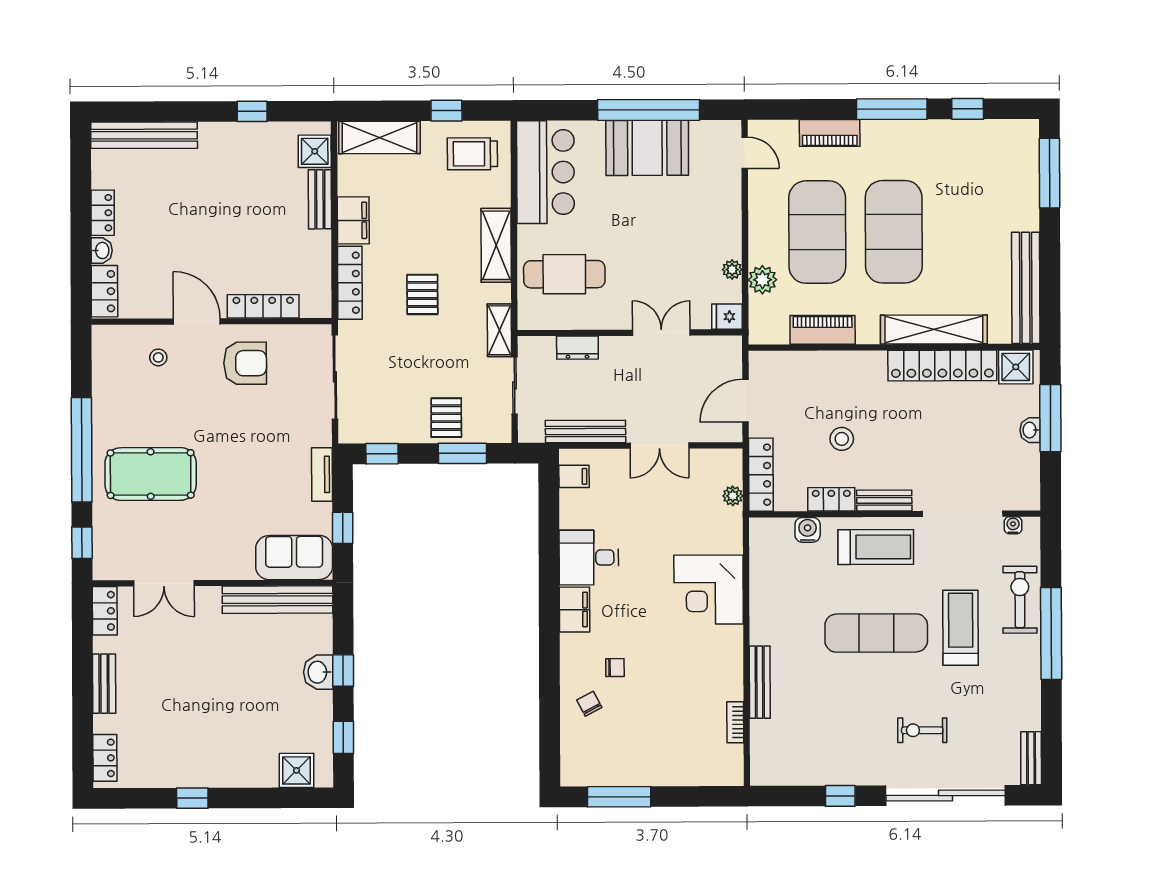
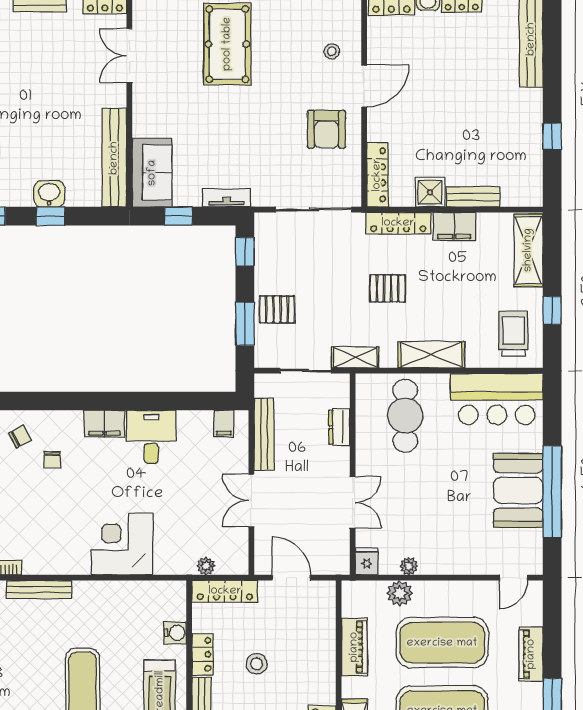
shower: (315, 151) -> (430, 192), moved
locker: (263, 306) -> (377, 175), moved

